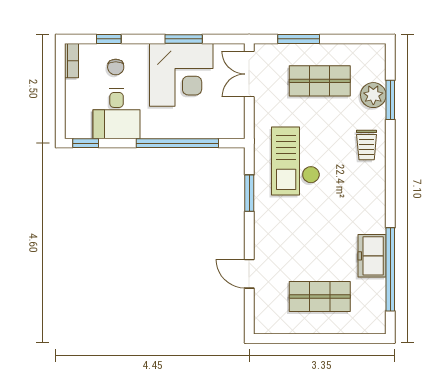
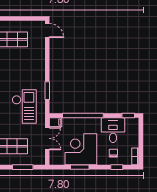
double door: (249, 74) -> (47, 138), moved
filing cabinet: (232, 130) -> (55, 122), added
door: (249, 274) -> (47, 31), moved

